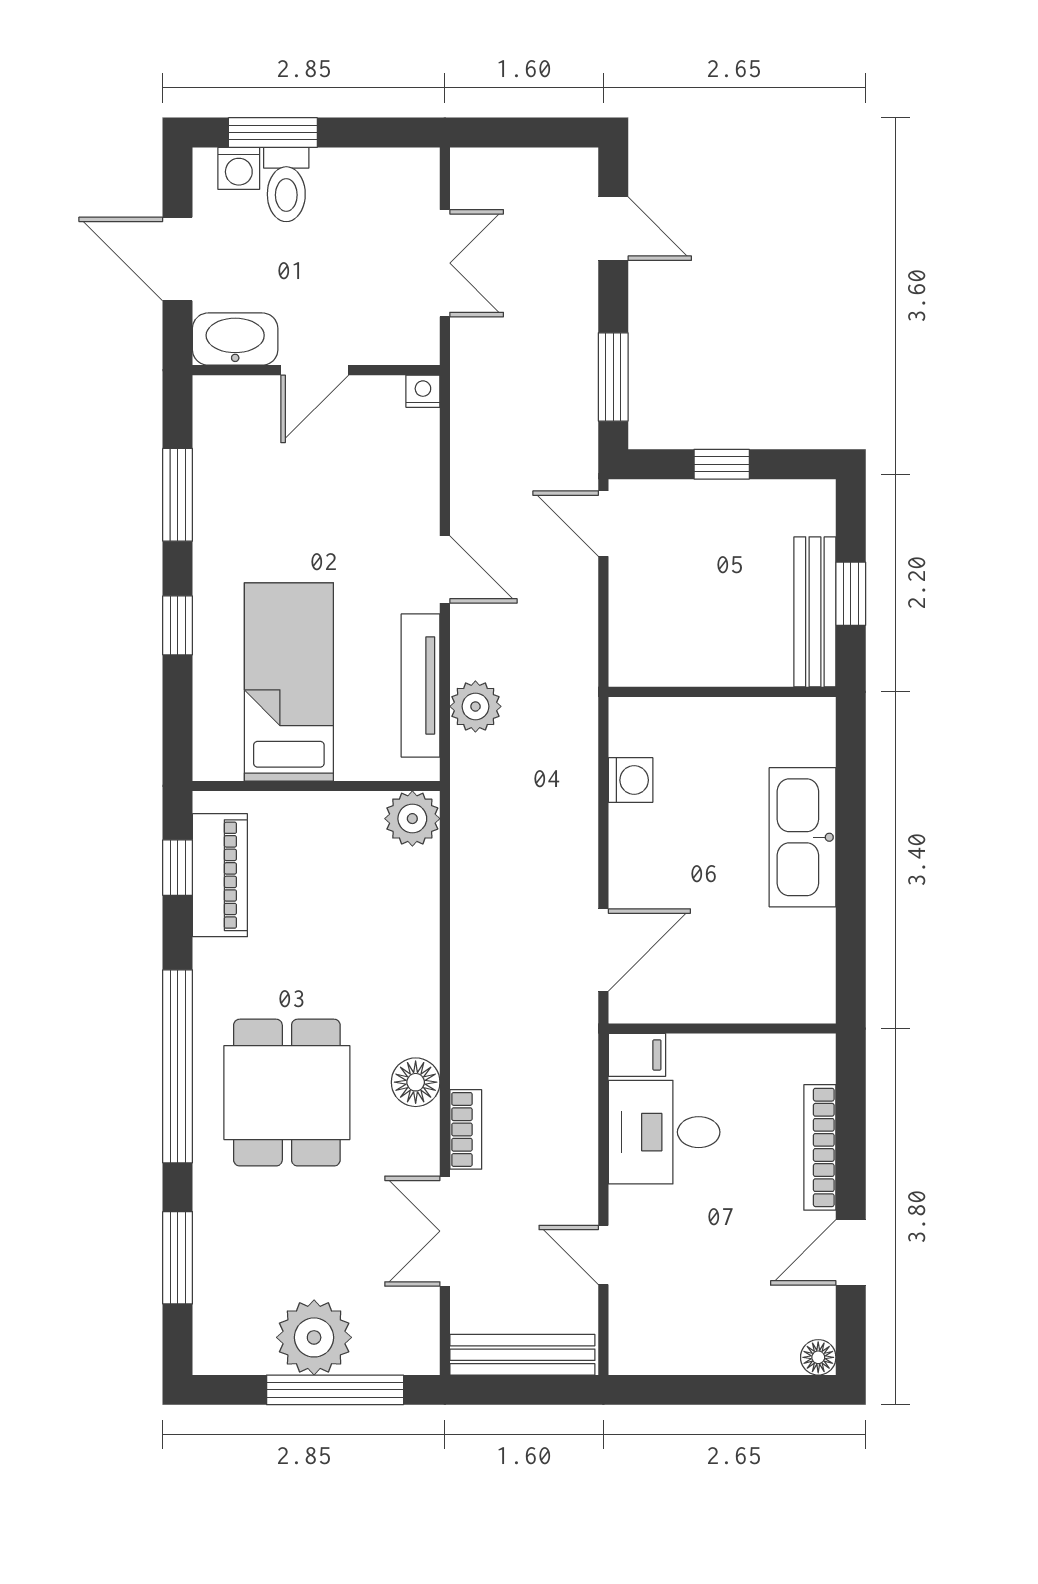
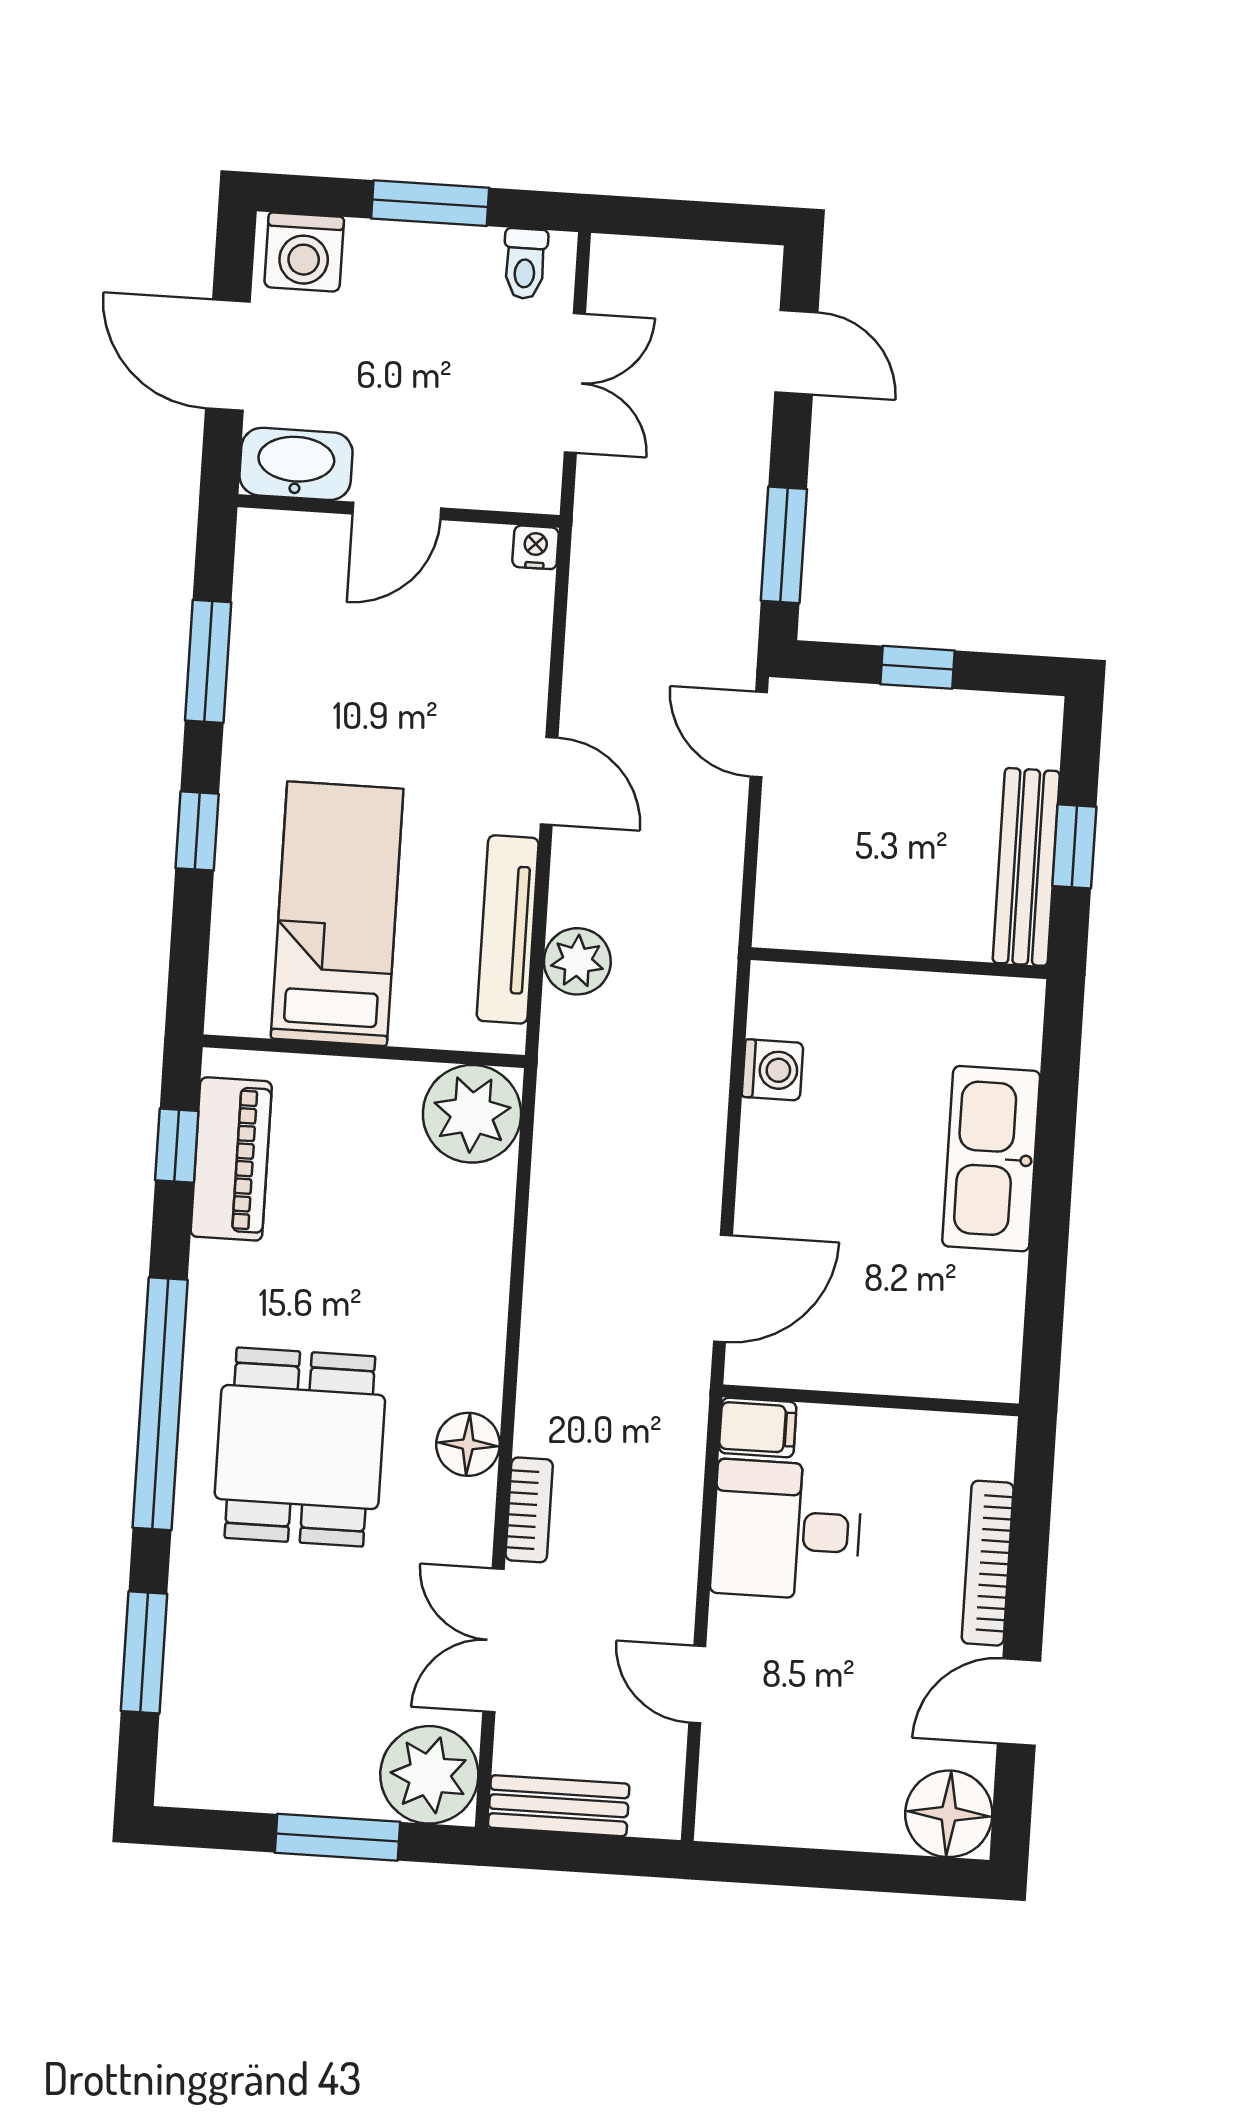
window: (273, 133) -> (430, 203), moved
washing machine: (239, 168) -> (304, 252), width x1.38, depth x1.38
toilet: (286, 185) -> (525, 264), moved, width x0.73, depth x0.72
plant: (412, 819) -> (472, 1114), width x1.36, depth x1.36
plant: (314, 1337) -> (429, 1775), moved
bench: (522, 1355) -> (559, 1806), width x0.73
floor lamp: (818, 1357) -> (949, 1814), width x1.89, depth x1.89
window: (335, 1390) -> (337, 1837), width x0.69

